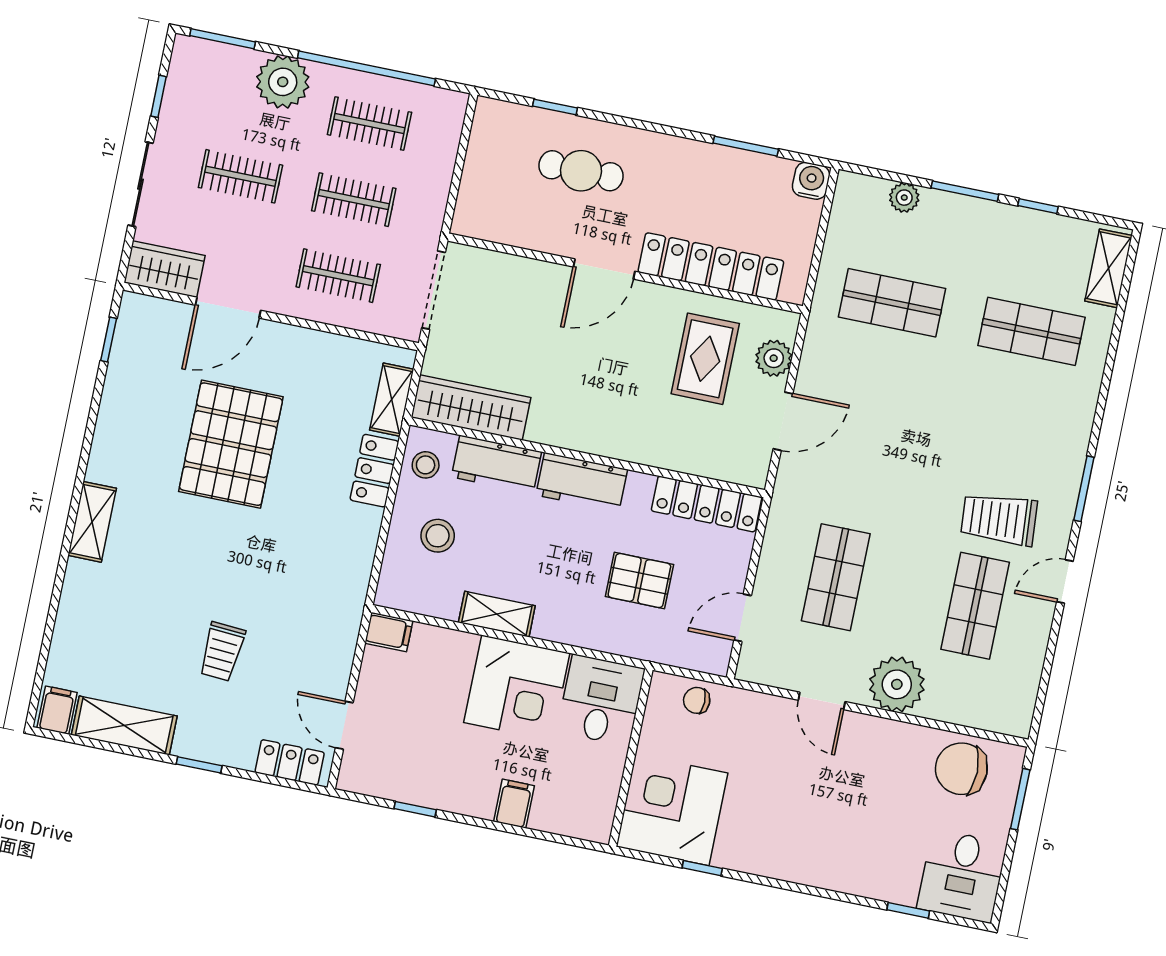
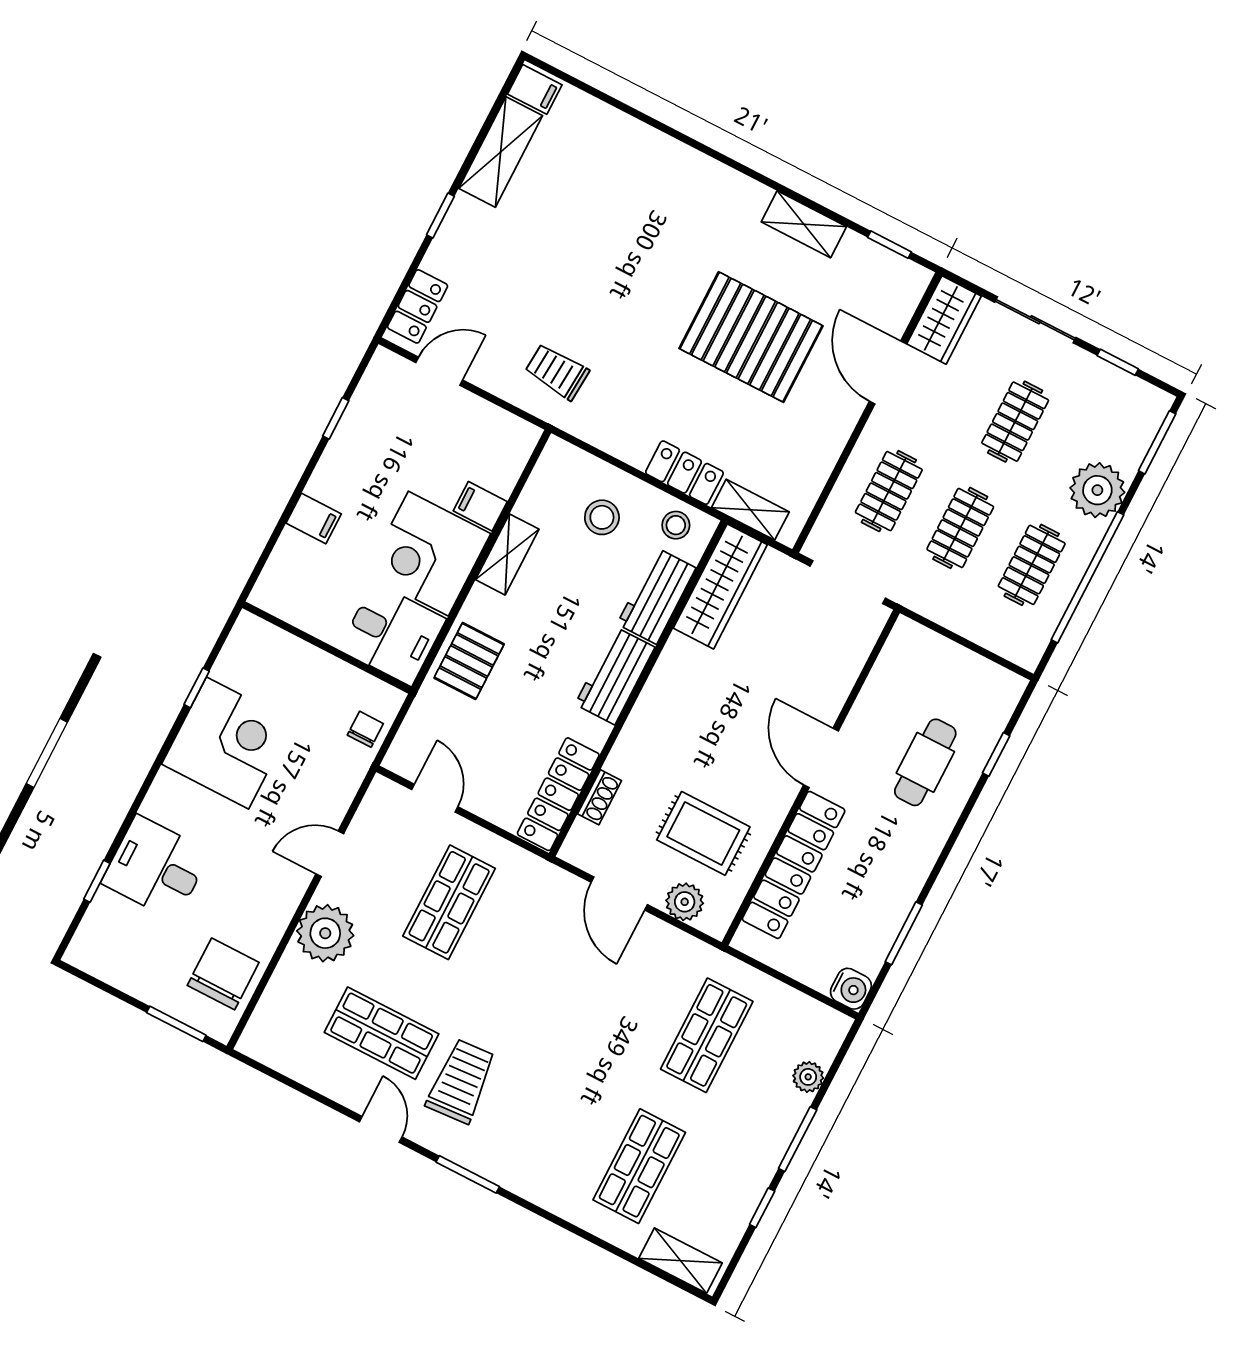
shoe rack: (699, 465) -> (600, 797), added
shelving: (92, 522) -> (804, 224), moved
shop shelf: (836, 577) -> (449, 902), turned 90
pallet: (639, 581) -> (469, 661), moved
filing cabinet: (389, 632) -> (480, 506), moved, turned 90
trolley: (222, 652) -> (557, 372), moved
corner desk: (672, 810) -> (228, 743), moved
desk: (962, 876) -> (156, 868), moved

